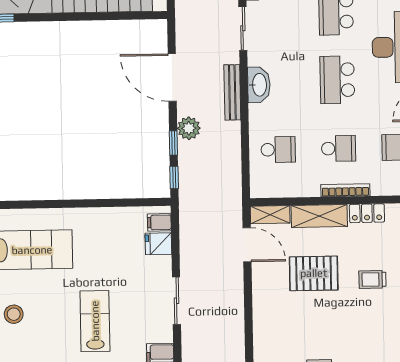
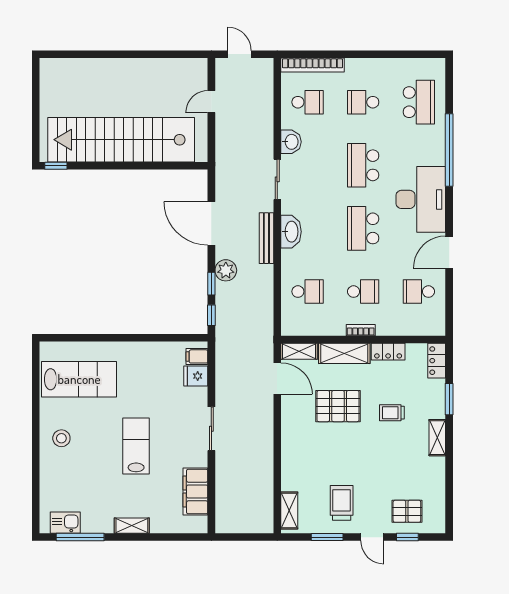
bookcase: (345, 190) -> (361, 330), width x0.64

